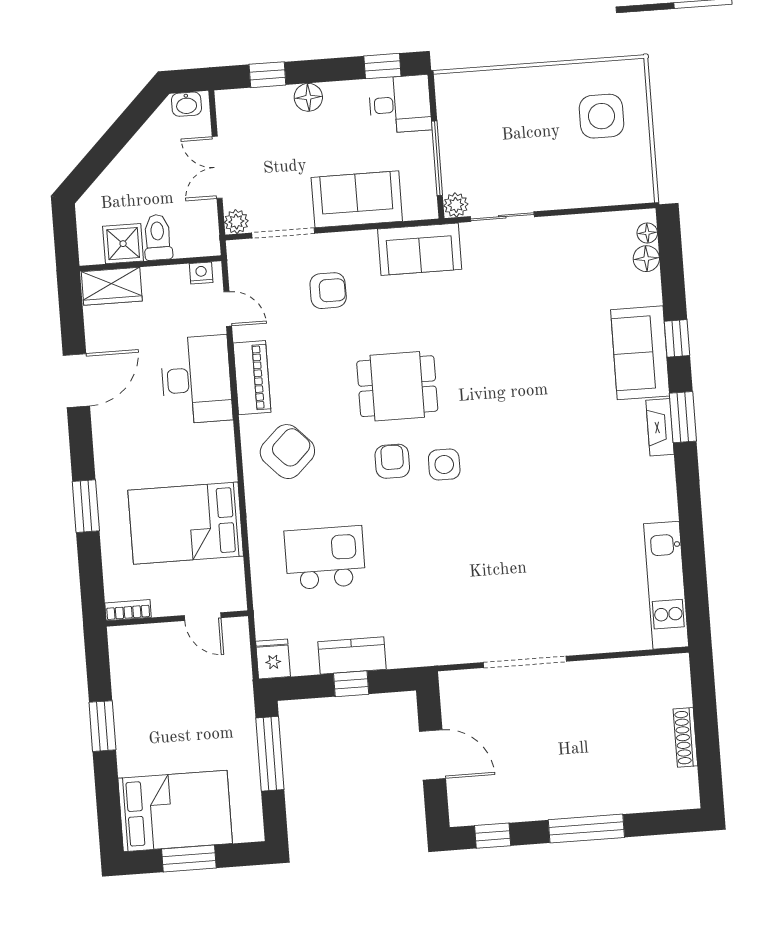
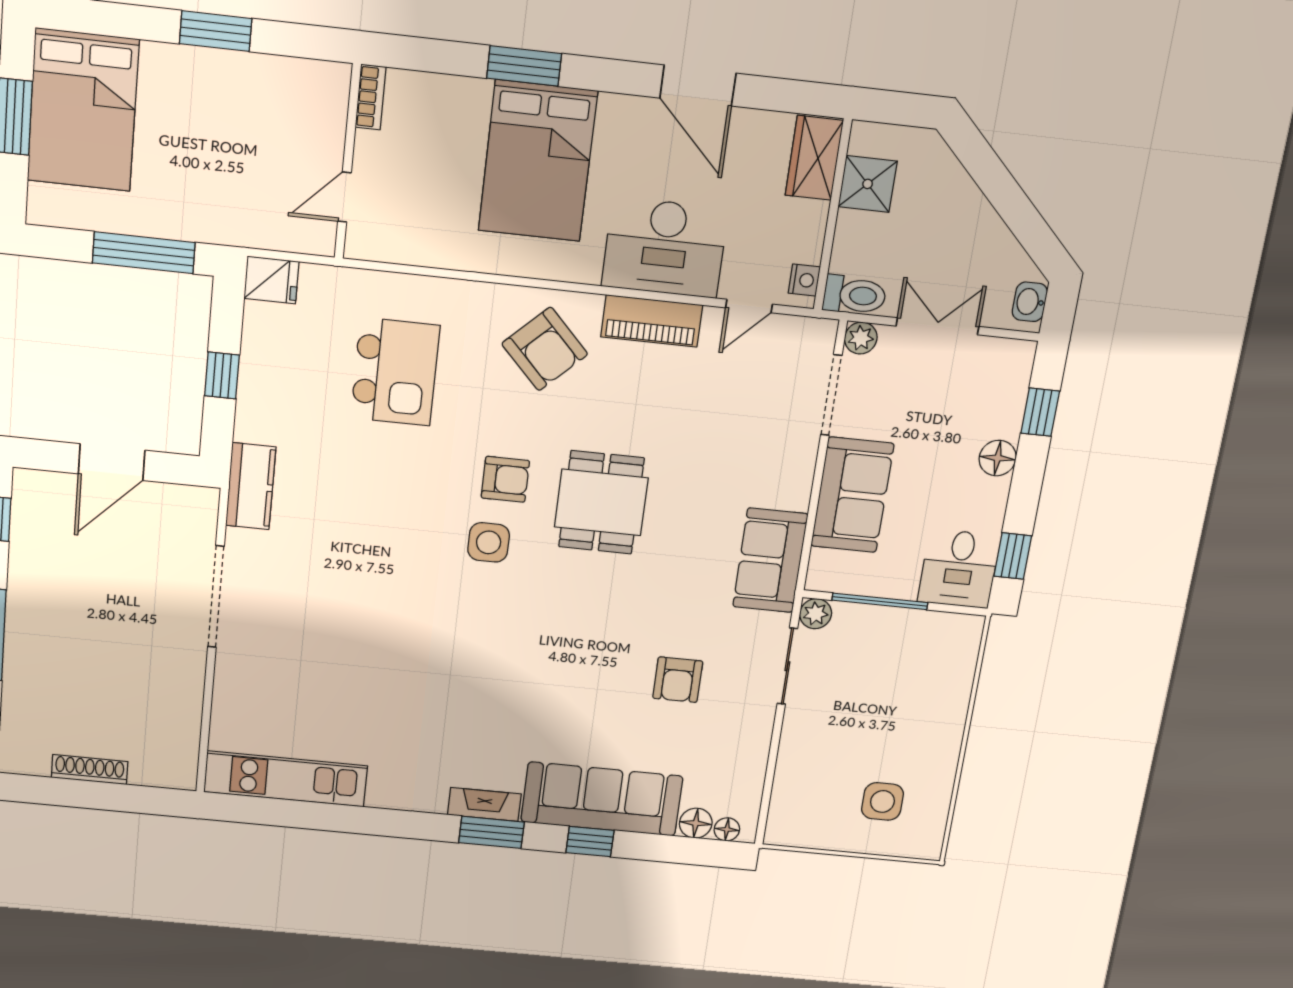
side table: (601, 116) -> (882, 801), width x0.73, depth x0.73
toilet: (158, 237) -> (855, 295), moved
armchair: (328, 291) -> (678, 680), moved
sofa: (640, 353) -> (602, 799), width x1.36
bed: (186, 523) -> (538, 161), moved, turned 180
kitchen counter: (352, 656) -> (251, 486), moved

